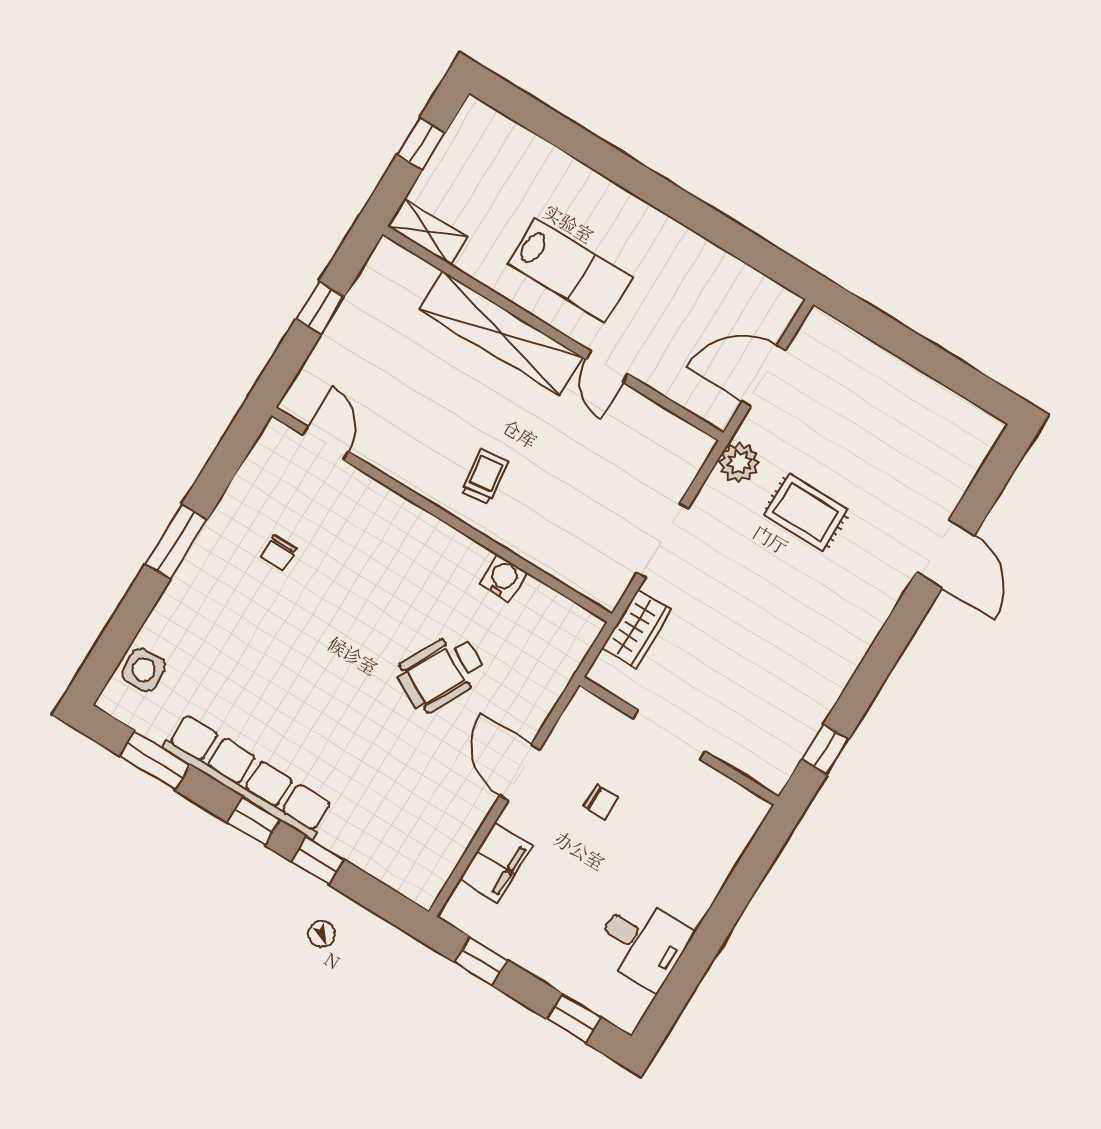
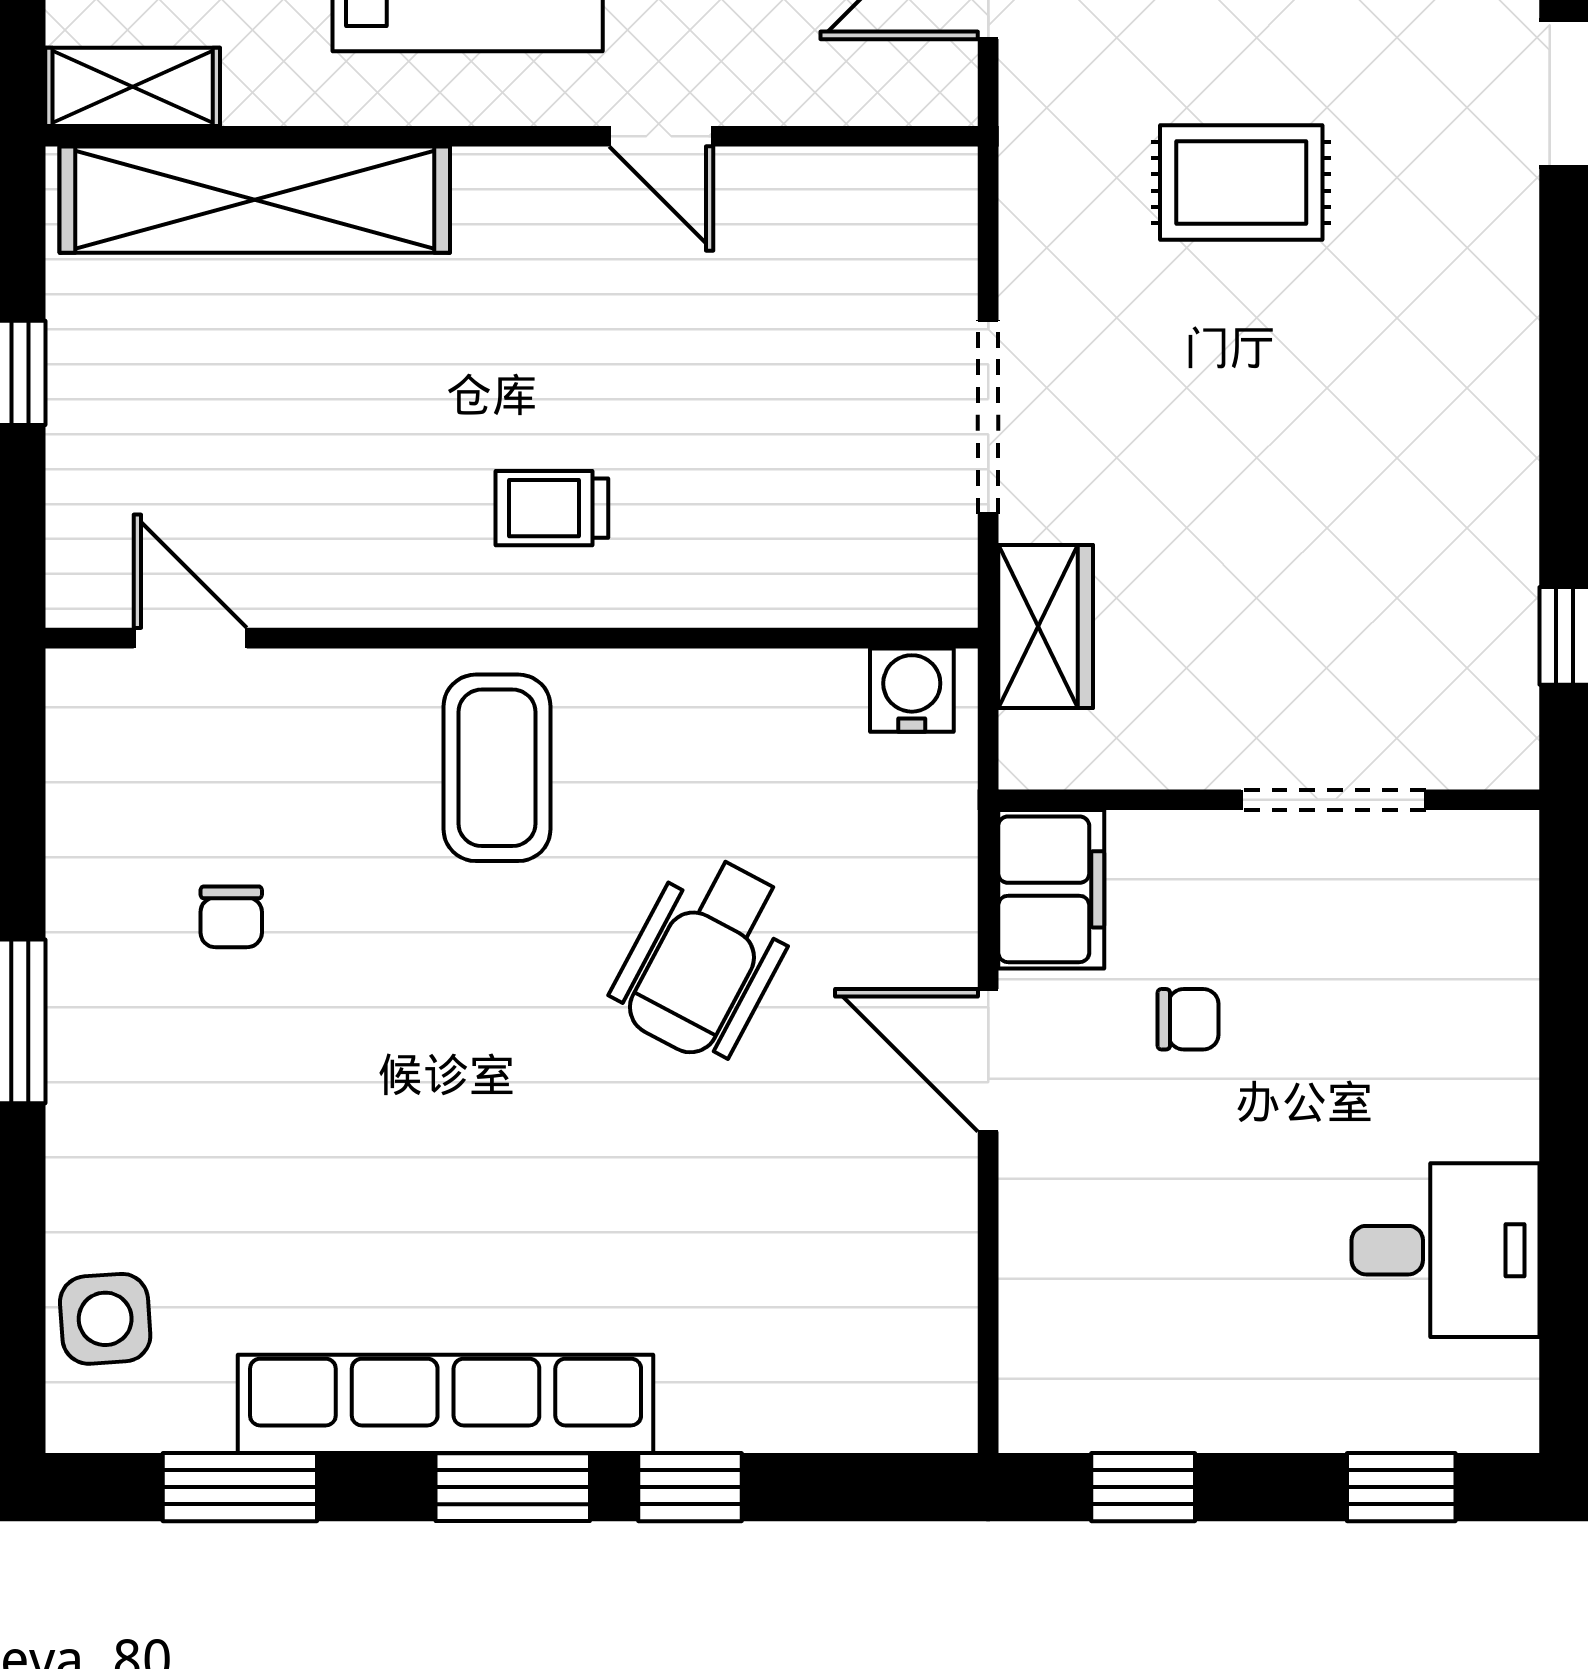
shelving: (501, 333) -> (255, 200), moved
plant: (739, 462) -> (1046, 165), removed
trolley: (485, 477) -> (552, 508), turned -83
coffee table: (408, 558) -> (497, 768), added
water cooler: (503, 578) -> (912, 690), moved
doorway: (669, 735) -> (1333, 800), moved
window: (254, 821) -> (513, 1487), width x1.50
filing cabinet: (496, 863) -> (1051, 889), moved

